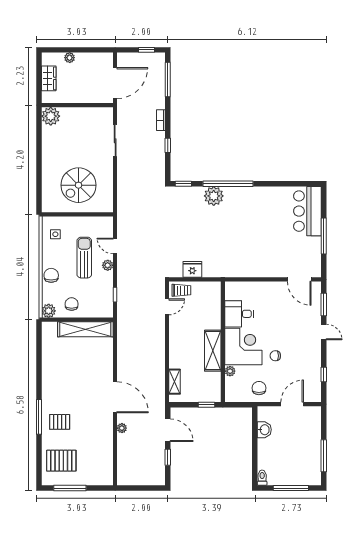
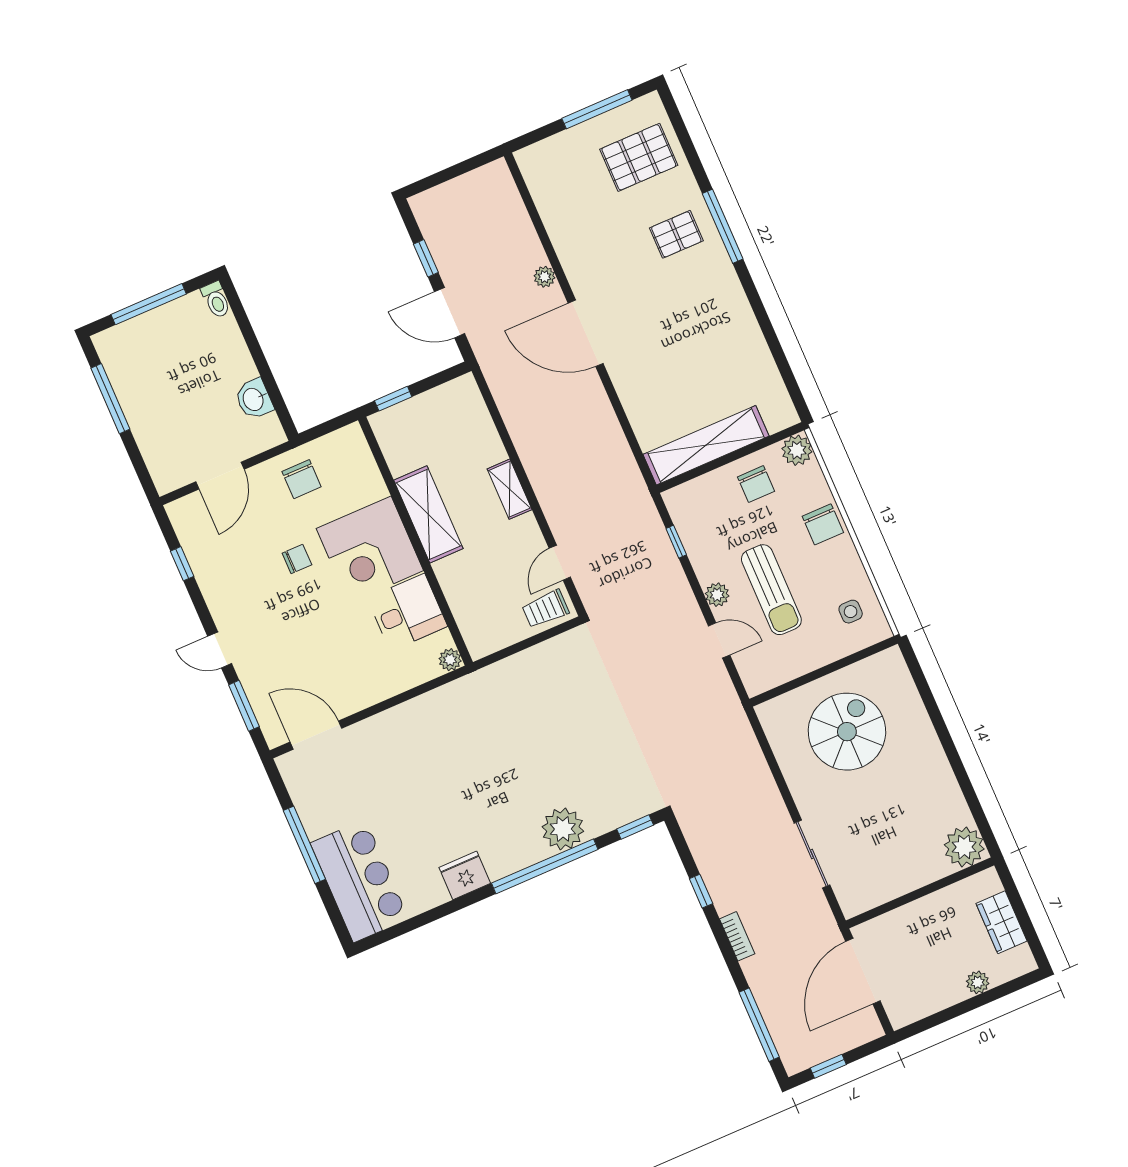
fridge: (192, 269) -> (465, 875), moved, turned 180
plant: (230, 371) -> (450, 660), moved
shelving: (175, 382) -> (510, 489), moved

